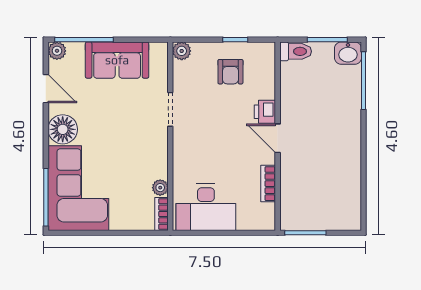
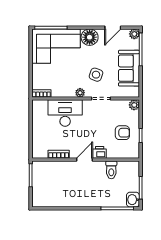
toilet: (296, 51) -> (111, 170), moved
armchair: (230, 72) -> (122, 133), turned 180
side table: (128, 118) -> (96, 75), added
plant: (160, 188) -> (80, 93), moved
desk: (206, 207) -> (65, 113), moved, turned 90

